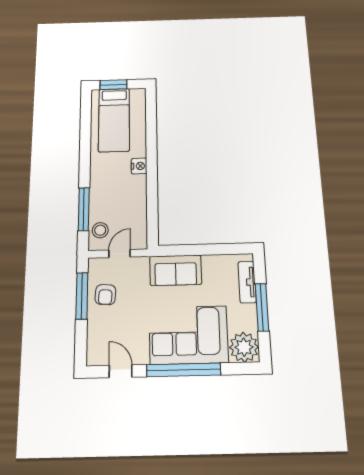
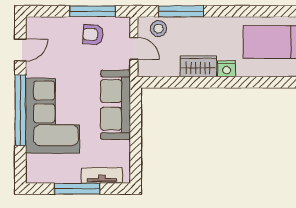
wardrobe: (137, 192) -> (198, 66), added
sofa: (176, 270) -> (116, 105), width x1.36
plant: (244, 347) -> (40, 169), removed

